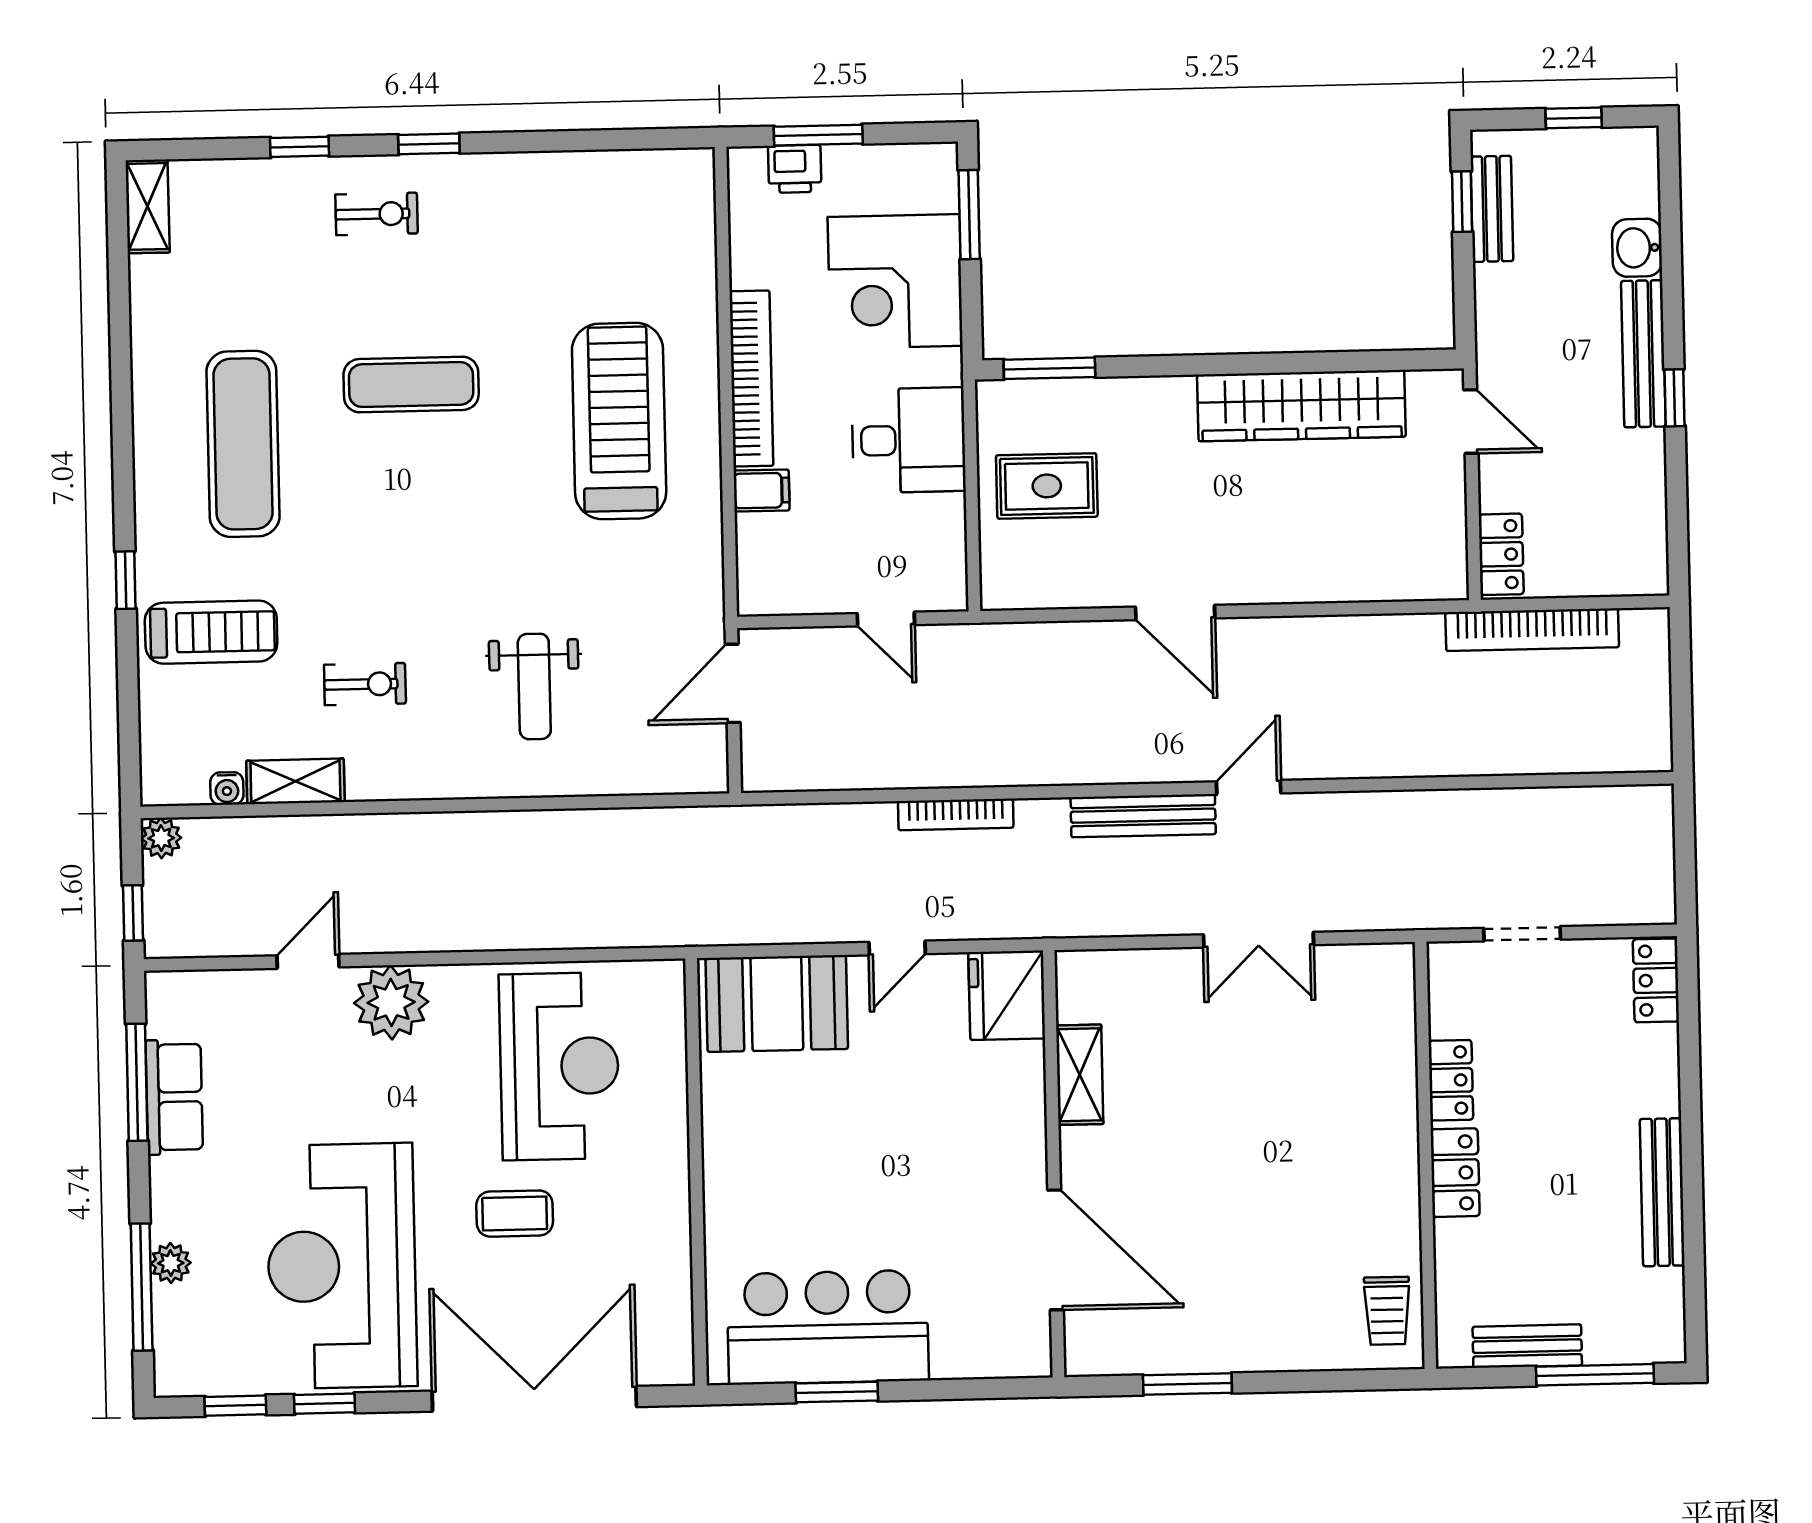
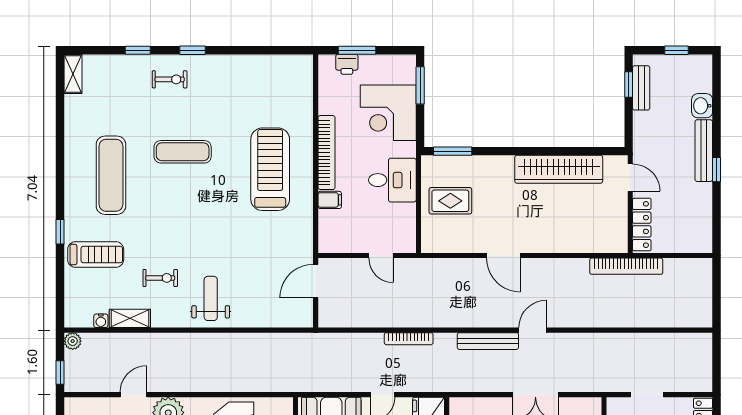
locker: (1501, 554) -> (642, 225), width x1.53
bookcase: (1532, 630) -> (626, 266), moved
weight bench: (534, 686) -> (211, 298), moved, turned 180

